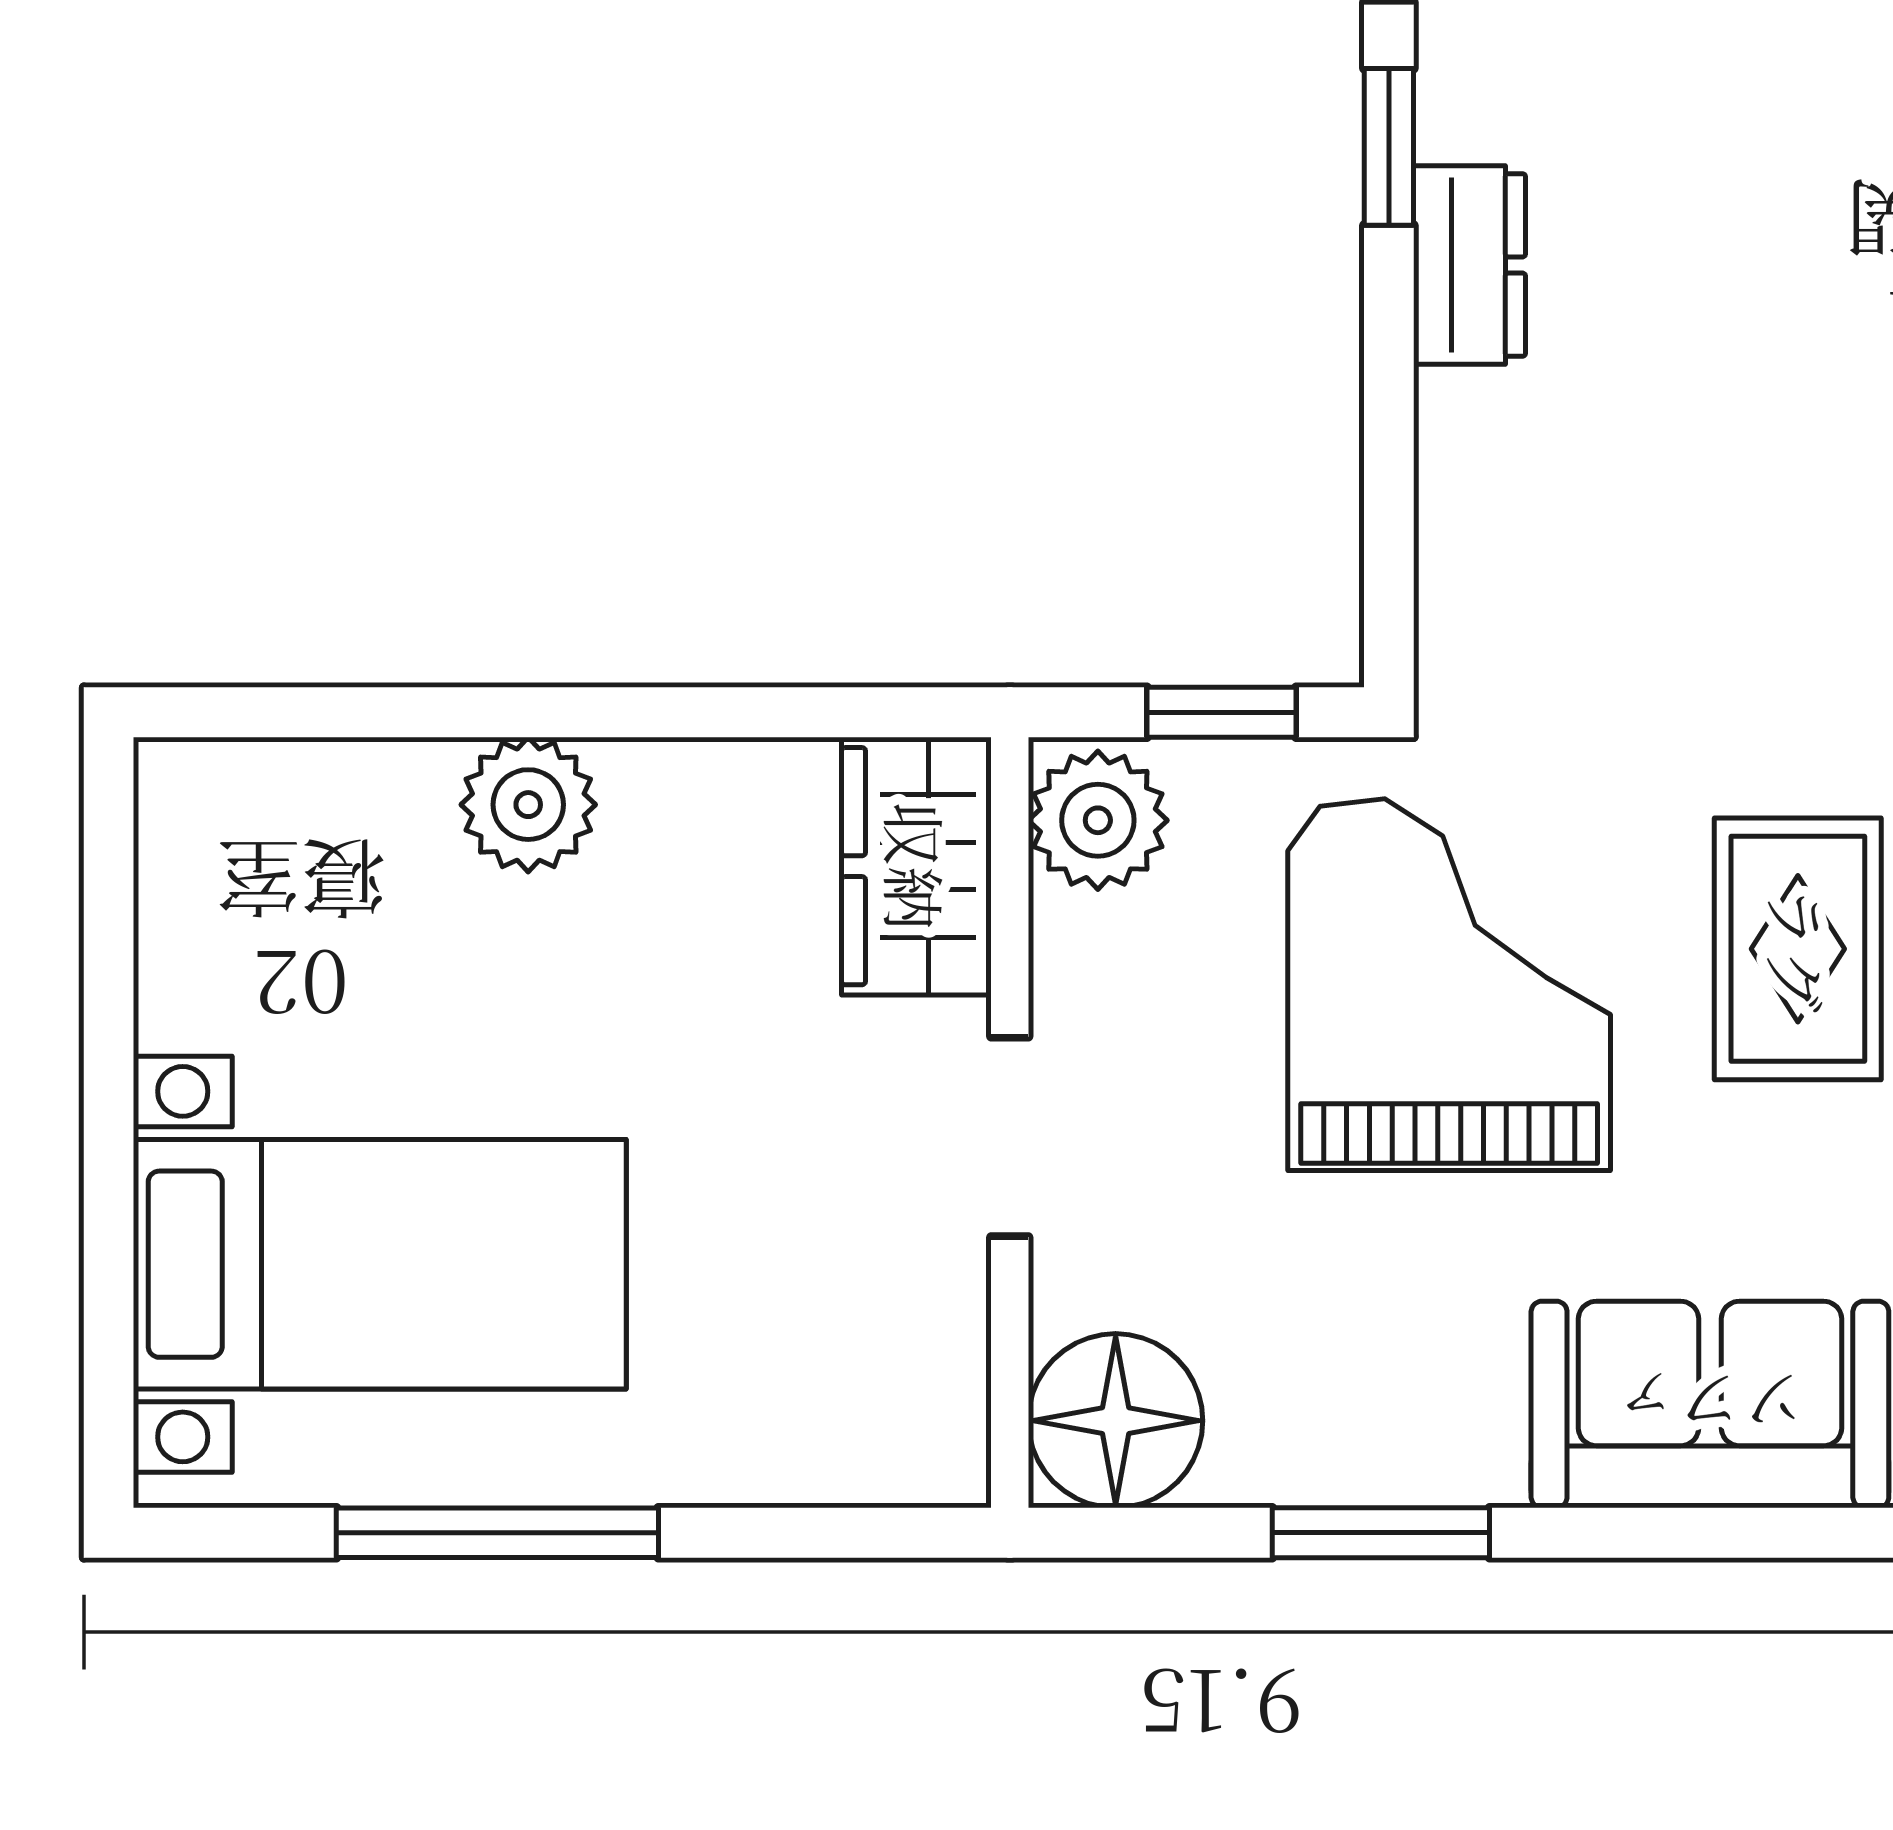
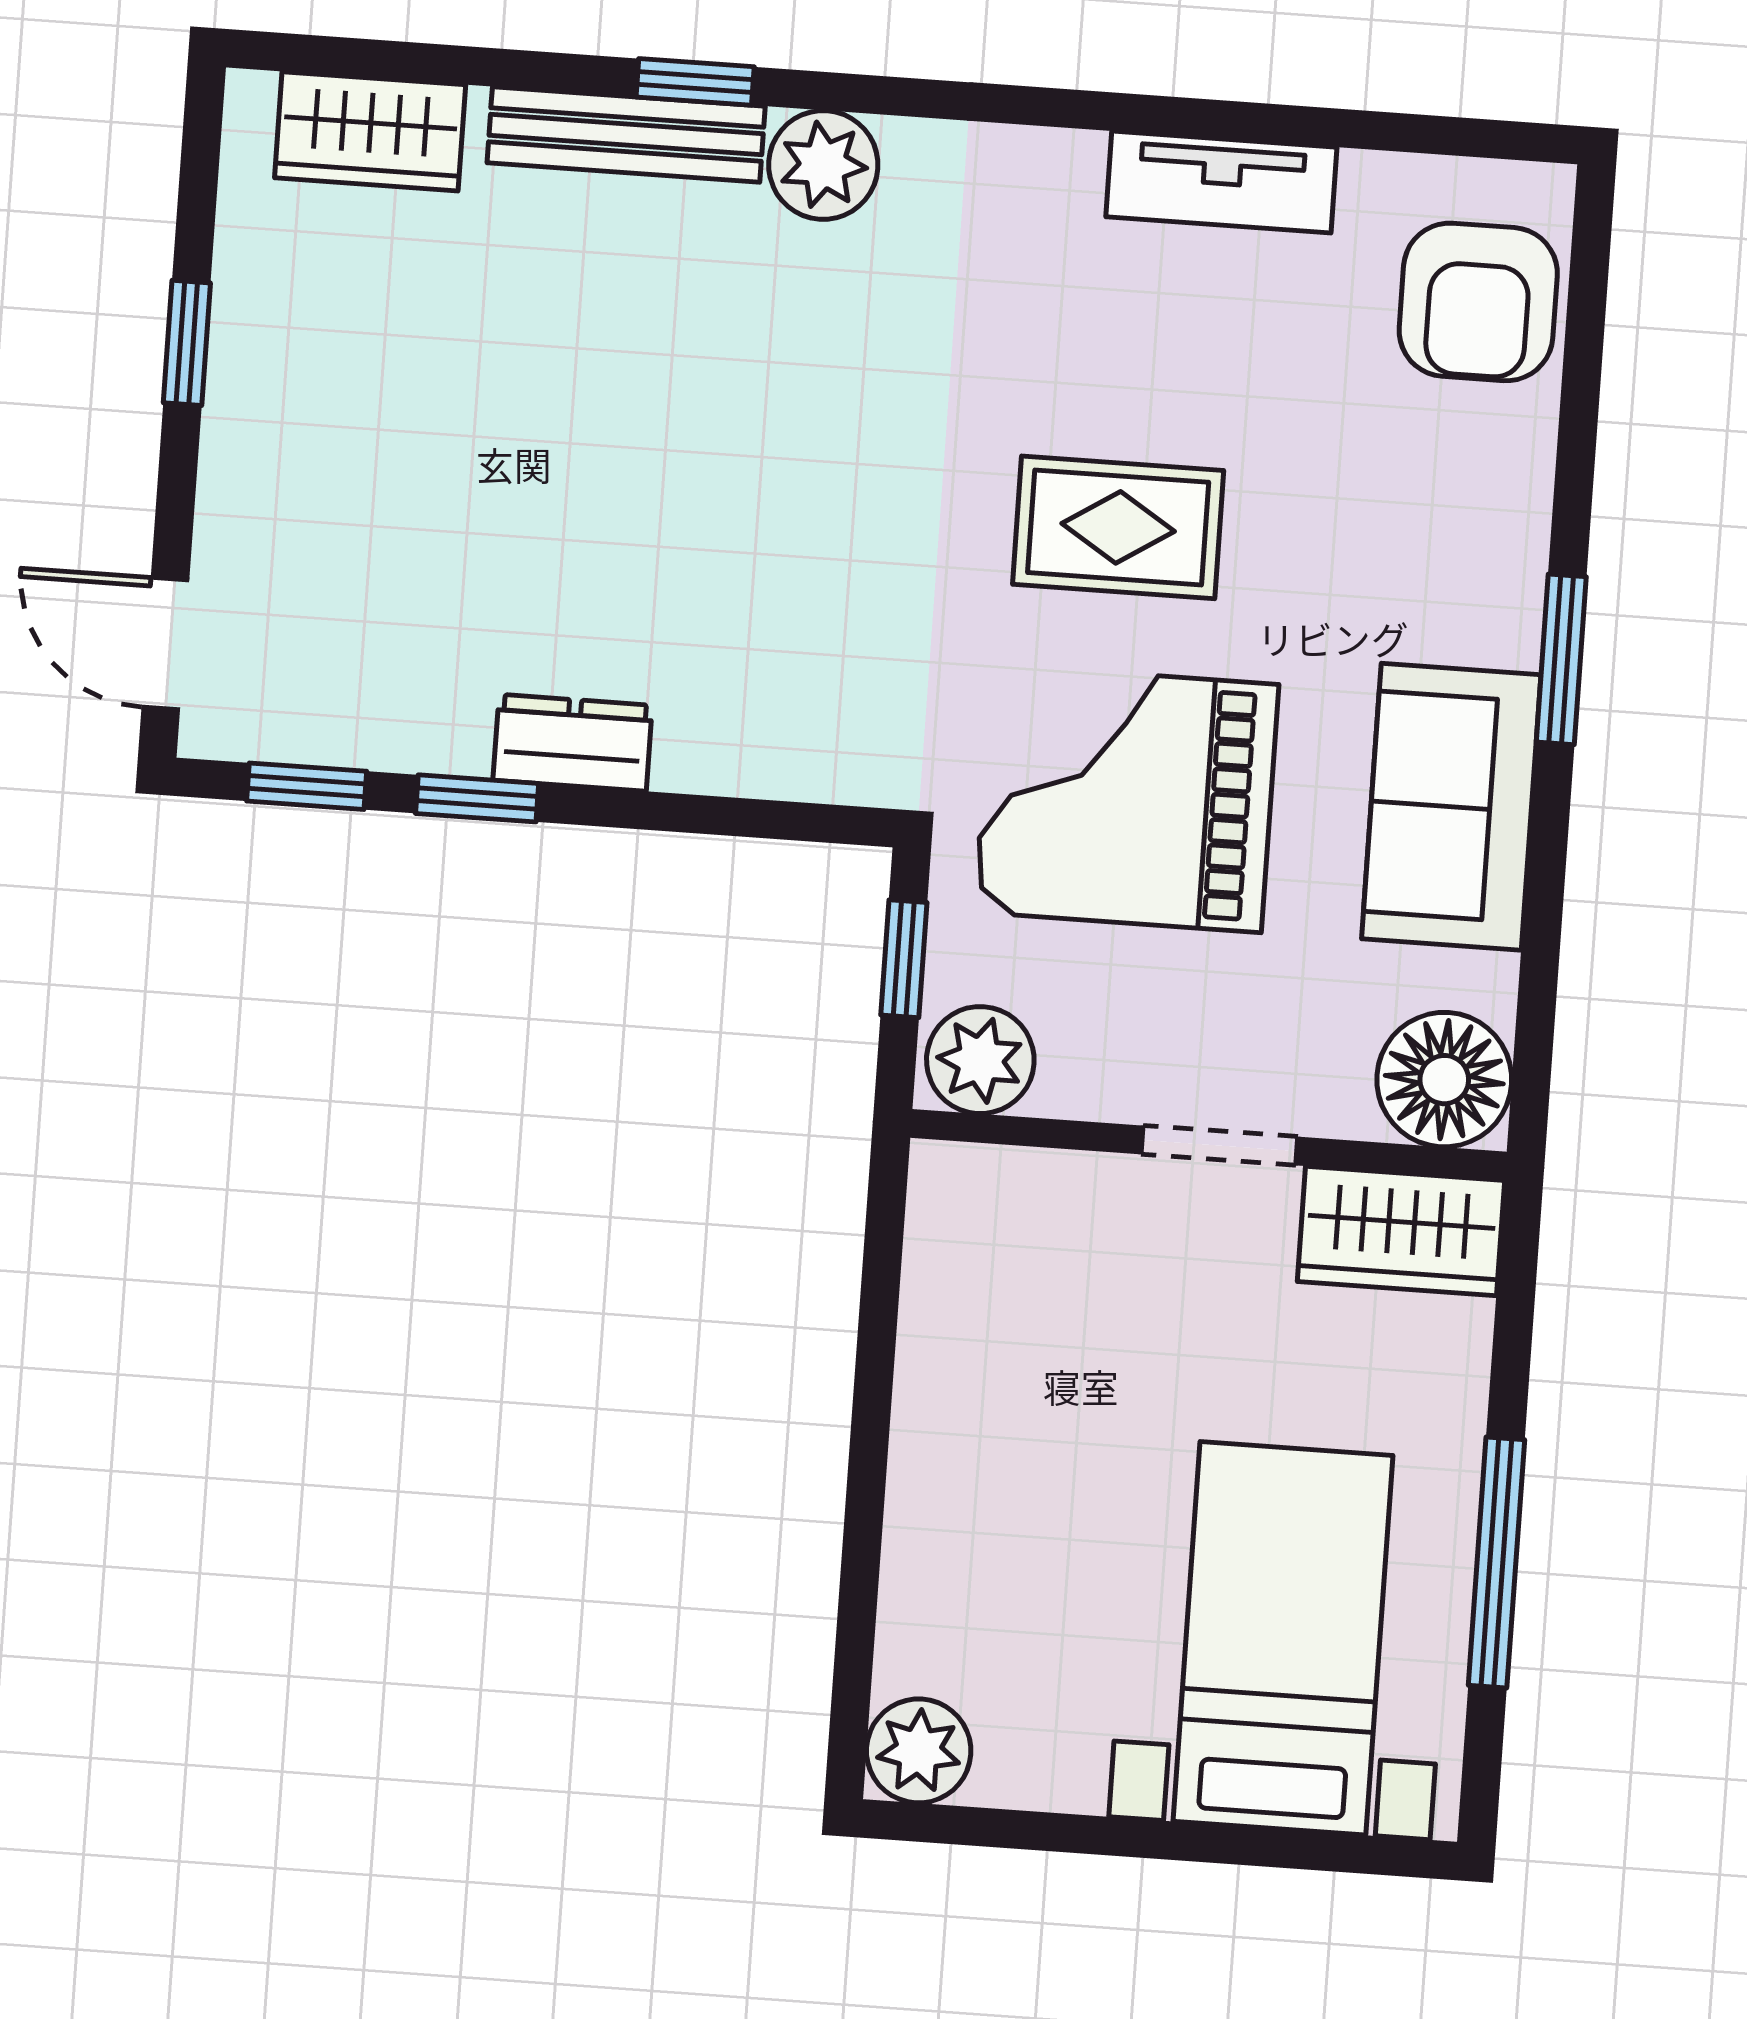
plant: (528, 805) -> (919, 1751), moved
wardrobe: (916, 866) -> (1401, 1231), moved
sofa: (1710, 1404) -> (1451, 807), moved
window: (1381, 1533) -> (1561, 659), moved

